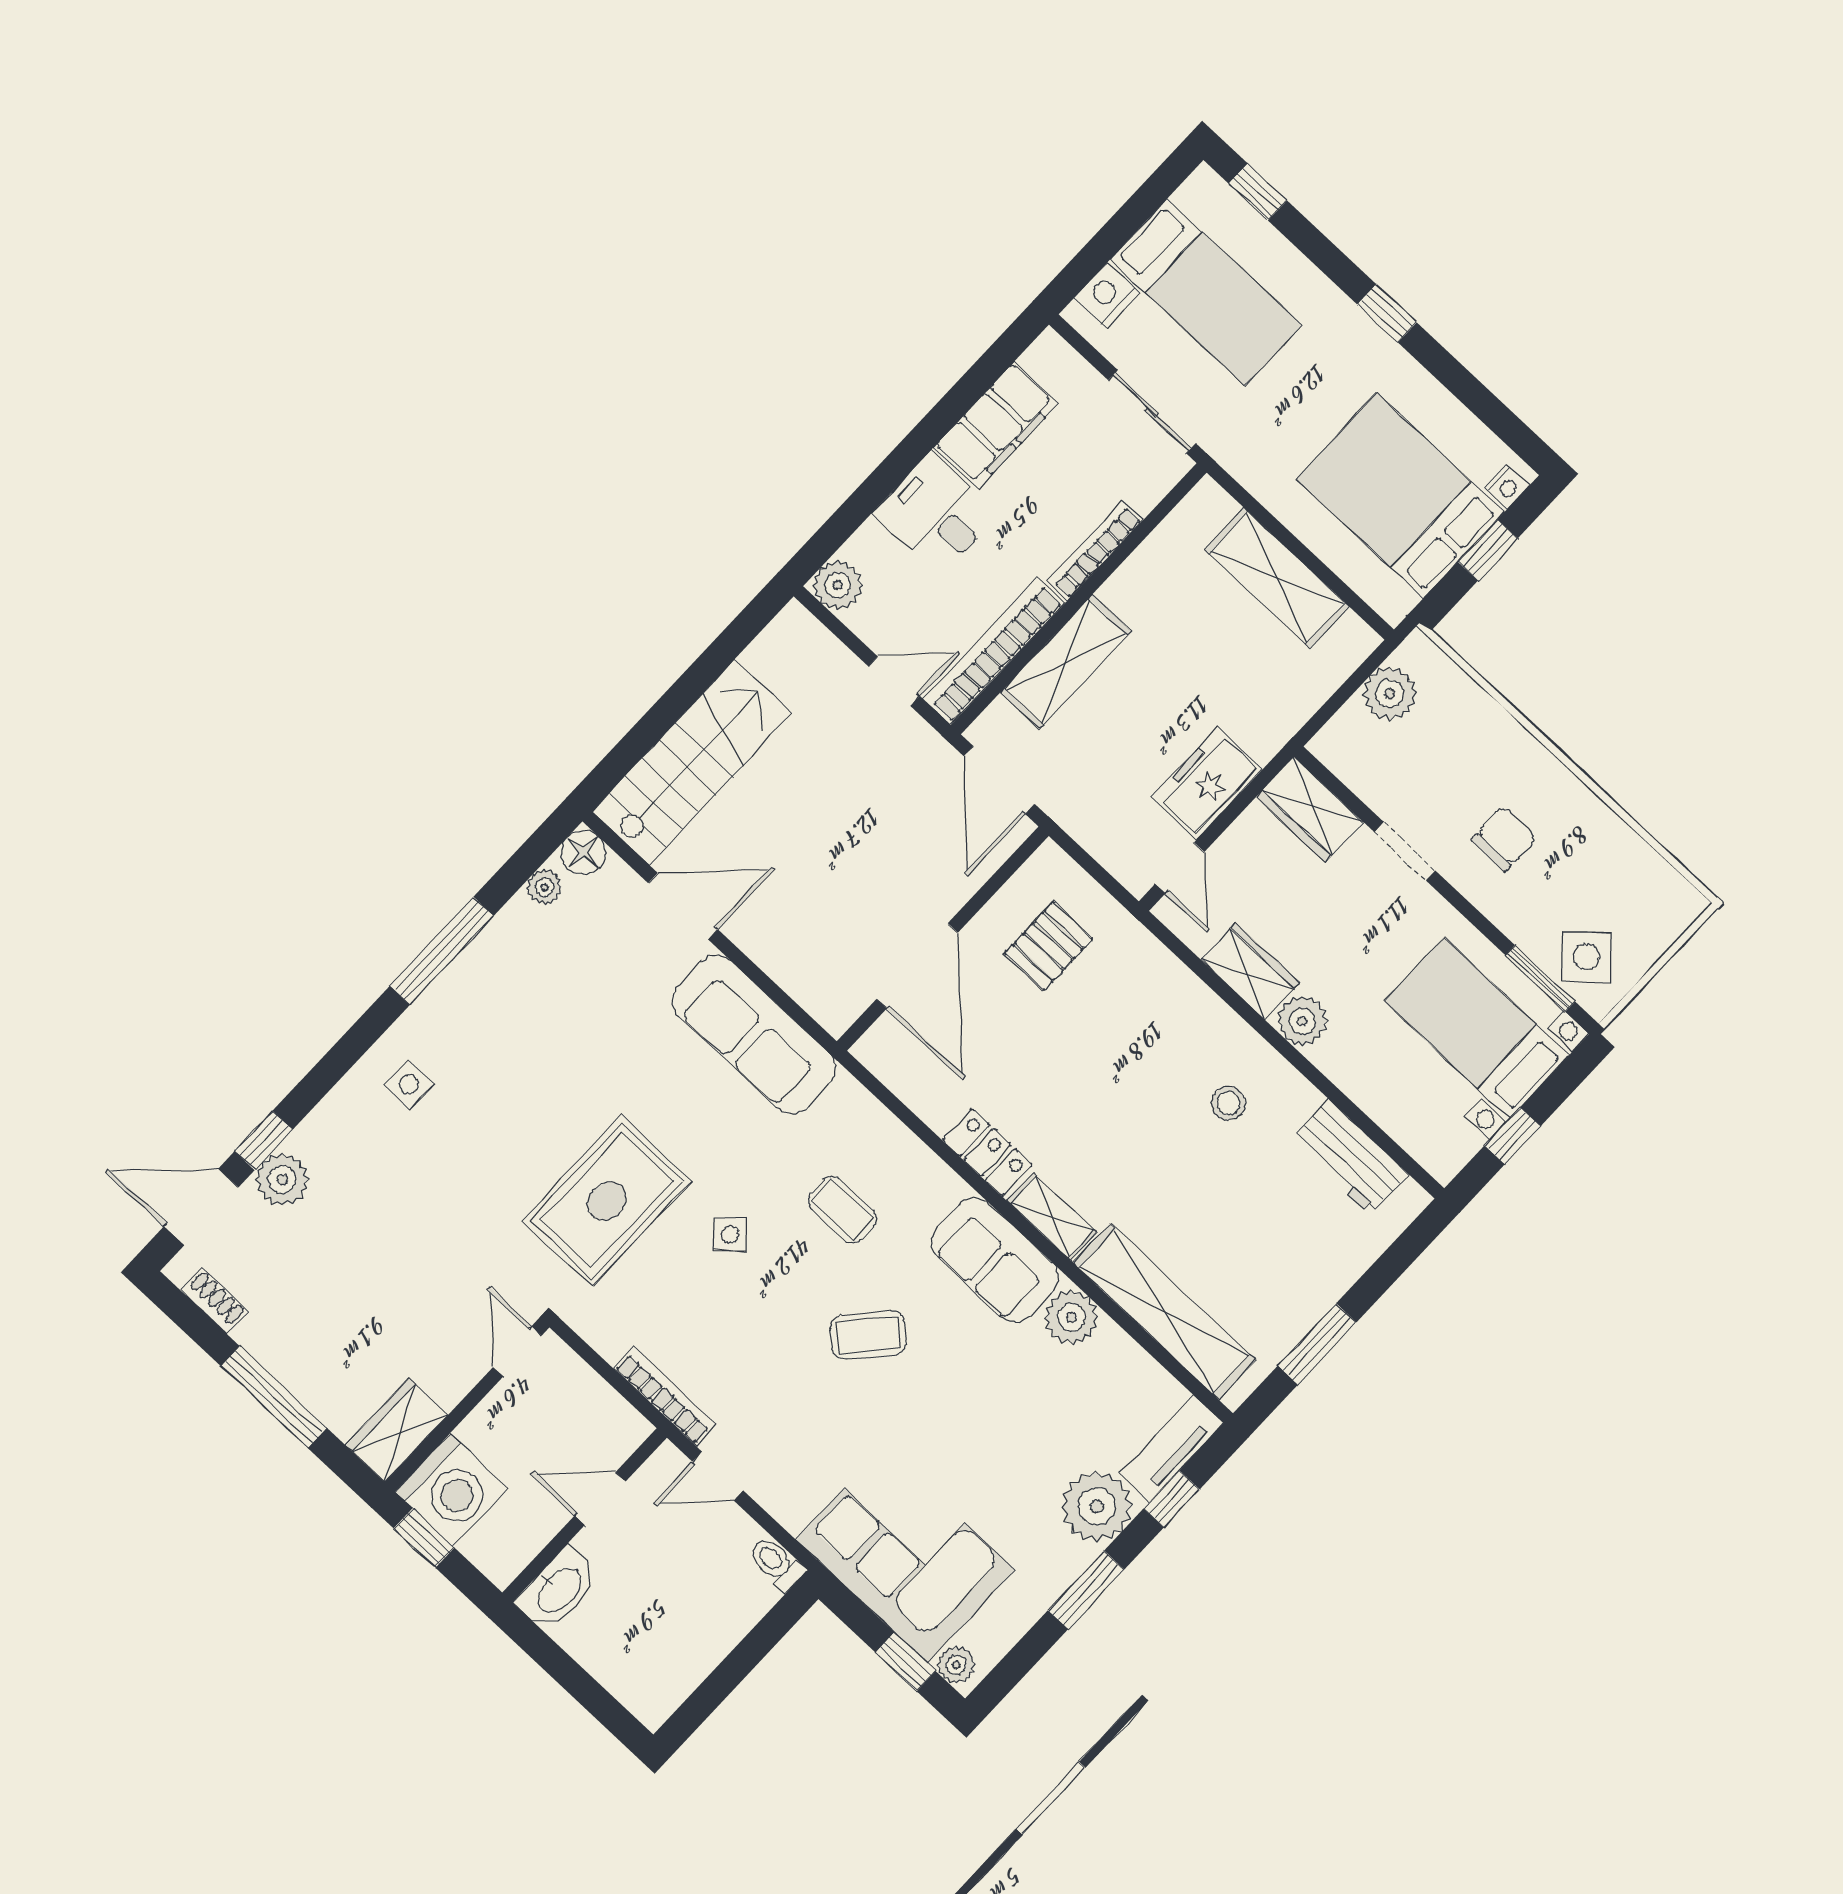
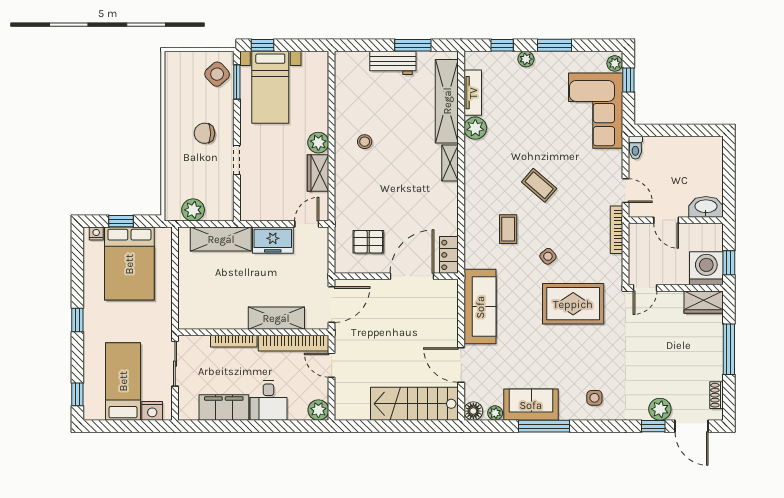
shelving: (1277, 578) -> (221, 239), moved, turned 90
wardrobe: (1310, 809) -> (251, 201), removed
window: (1512, 1136) -> (262, 45), moved
locker: (988, 1152) -> (449, 255), moved
workbench: (1350, 1157) -> (393, 63), moved, turned 90
sofa: (995, 1260) -> (531, 405), moved, turned -90
tv unit: (1171, 1449) -> (473, 93), moved, turned -90
plant: (1097, 1506) -> (526, 59), width x0.53, depth x0.53

